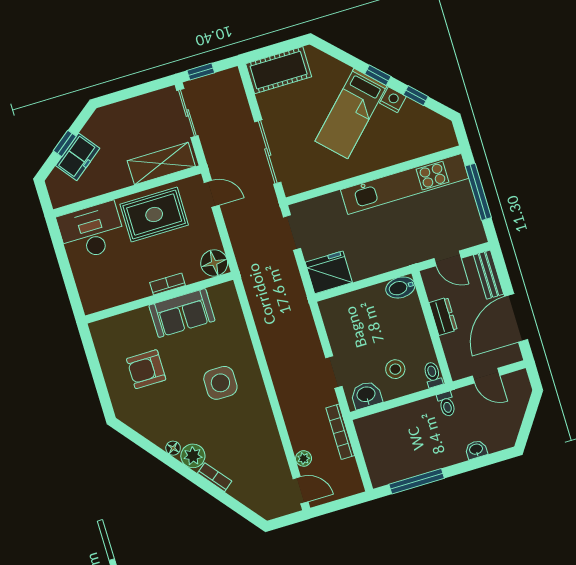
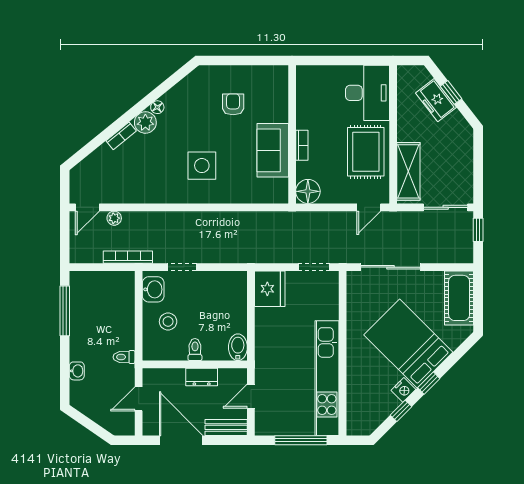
bed: (351, 114) -> (408, 344), width x1.50
armchair: (146, 369) -> (233, 104), width x0.72, depth x0.72
toilet: (433, 375) -> (195, 350), moved, turned -90

